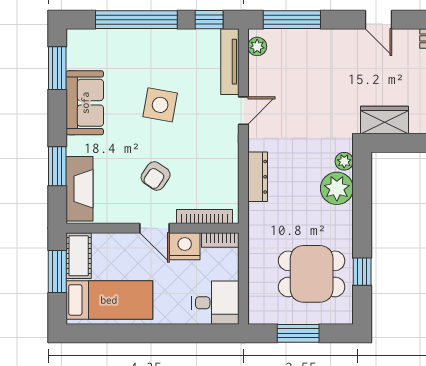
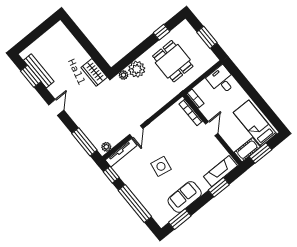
door: (243, 111) -> (136, 132), swing flipped
armchair: (156, 176) -> (191, 145), removed
dresser: (258, 177) -> (158, 104), removed
nightstand: (185, 246) -> (209, 111), removed
dining table: (312, 274) -> (173, 61), moved

